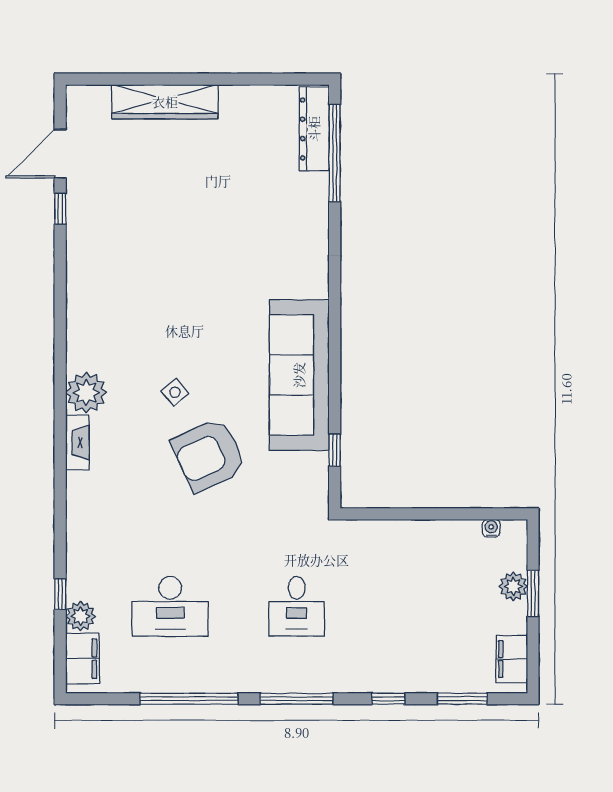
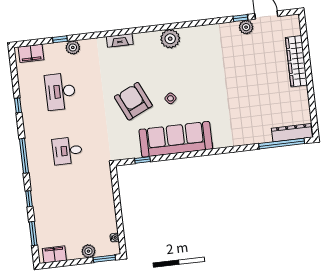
plant: (81, 199) -> (246, 27), added
plant: (86, 392) -> (170, 39), moved
side table: (175, 392) -> (170, 98), moved
fireplace: (77, 443) -> (120, 40), moved
window: (533, 593) -> (104, 259), moved
plant: (81, 616) -> (73, 47), moved
window: (189, 699) -> (18, 105), width x0.32

